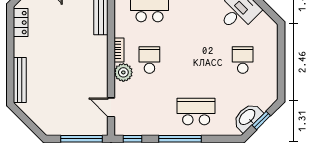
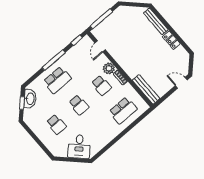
locker: (21, 23) -> (171, 40), moved
school desk: (196, 60) -> (79, 105), added
door: (111, 107) -> (100, 46), swing flipped

